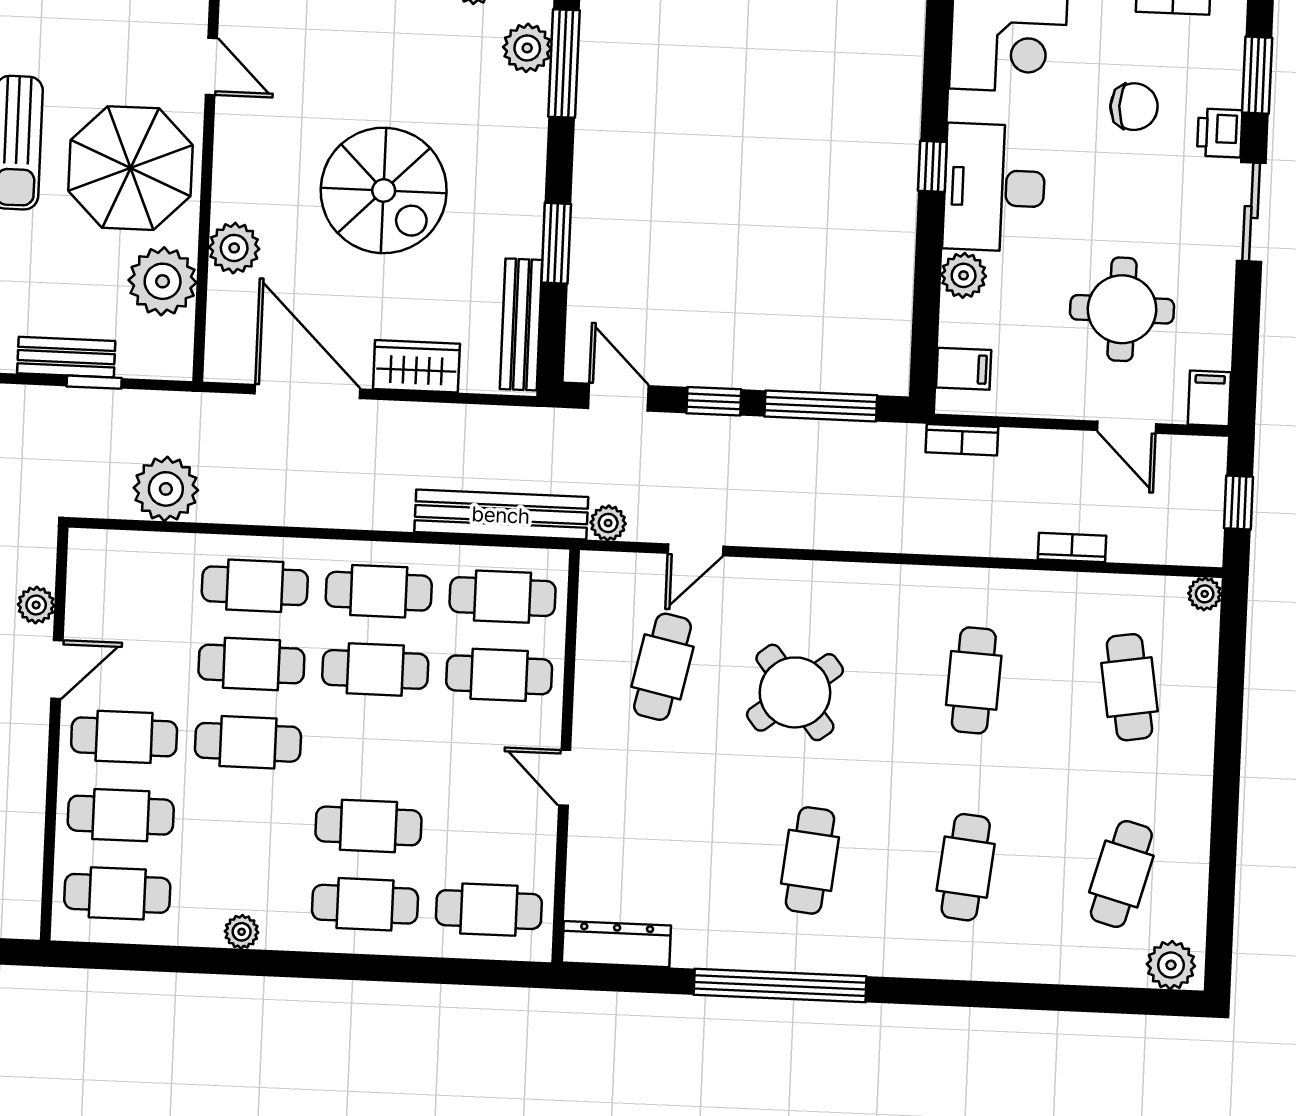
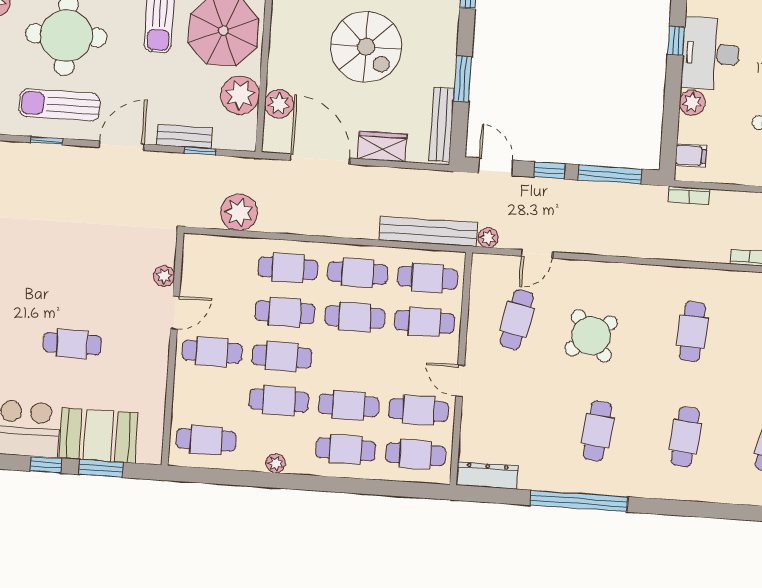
plant: (234, 248) -> (279, 104), moved
cafe table: (121, 815) -> (279, 401), moved
cafe table: (492, 831) -> (418, 410), added

